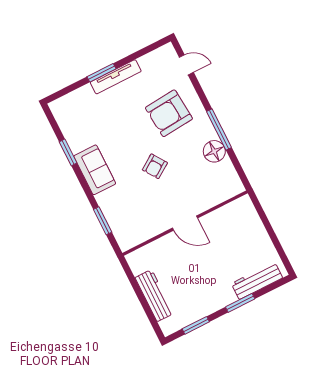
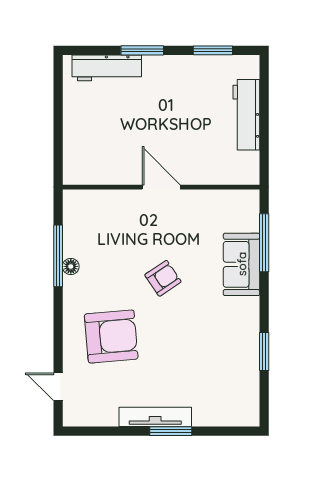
window: (219, 130) -> (58, 256), moved
floor lamp: (214, 151) -> (71, 266), width x0.53, depth x0.53
sofa: (95, 170) -> (242, 264), moved
window: (103, 221) -> (264, 243), width x1.44

